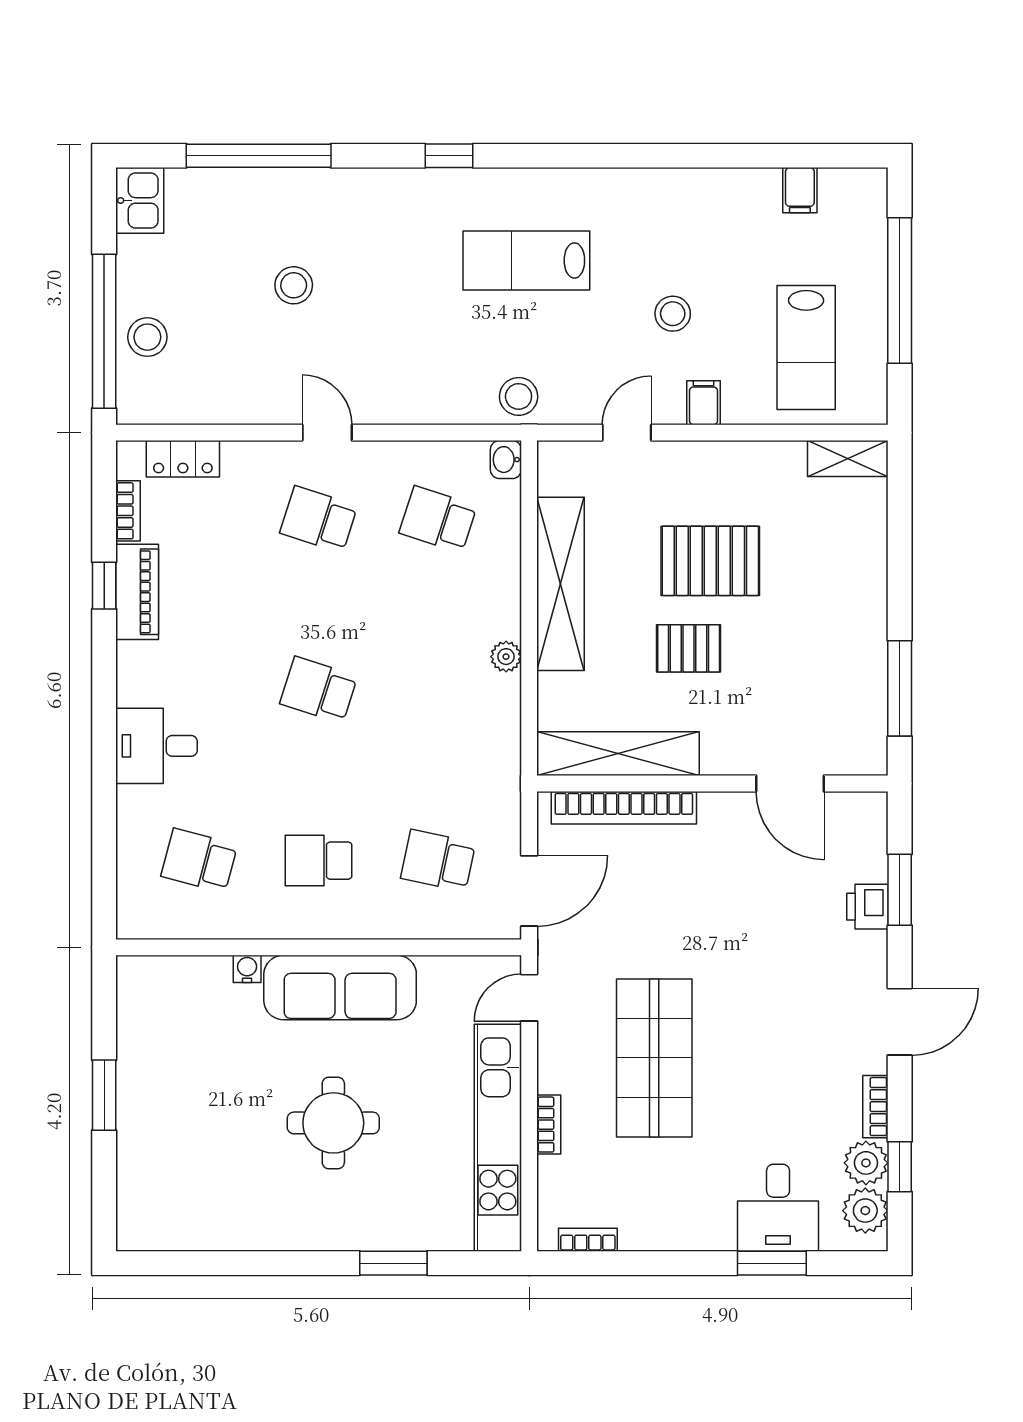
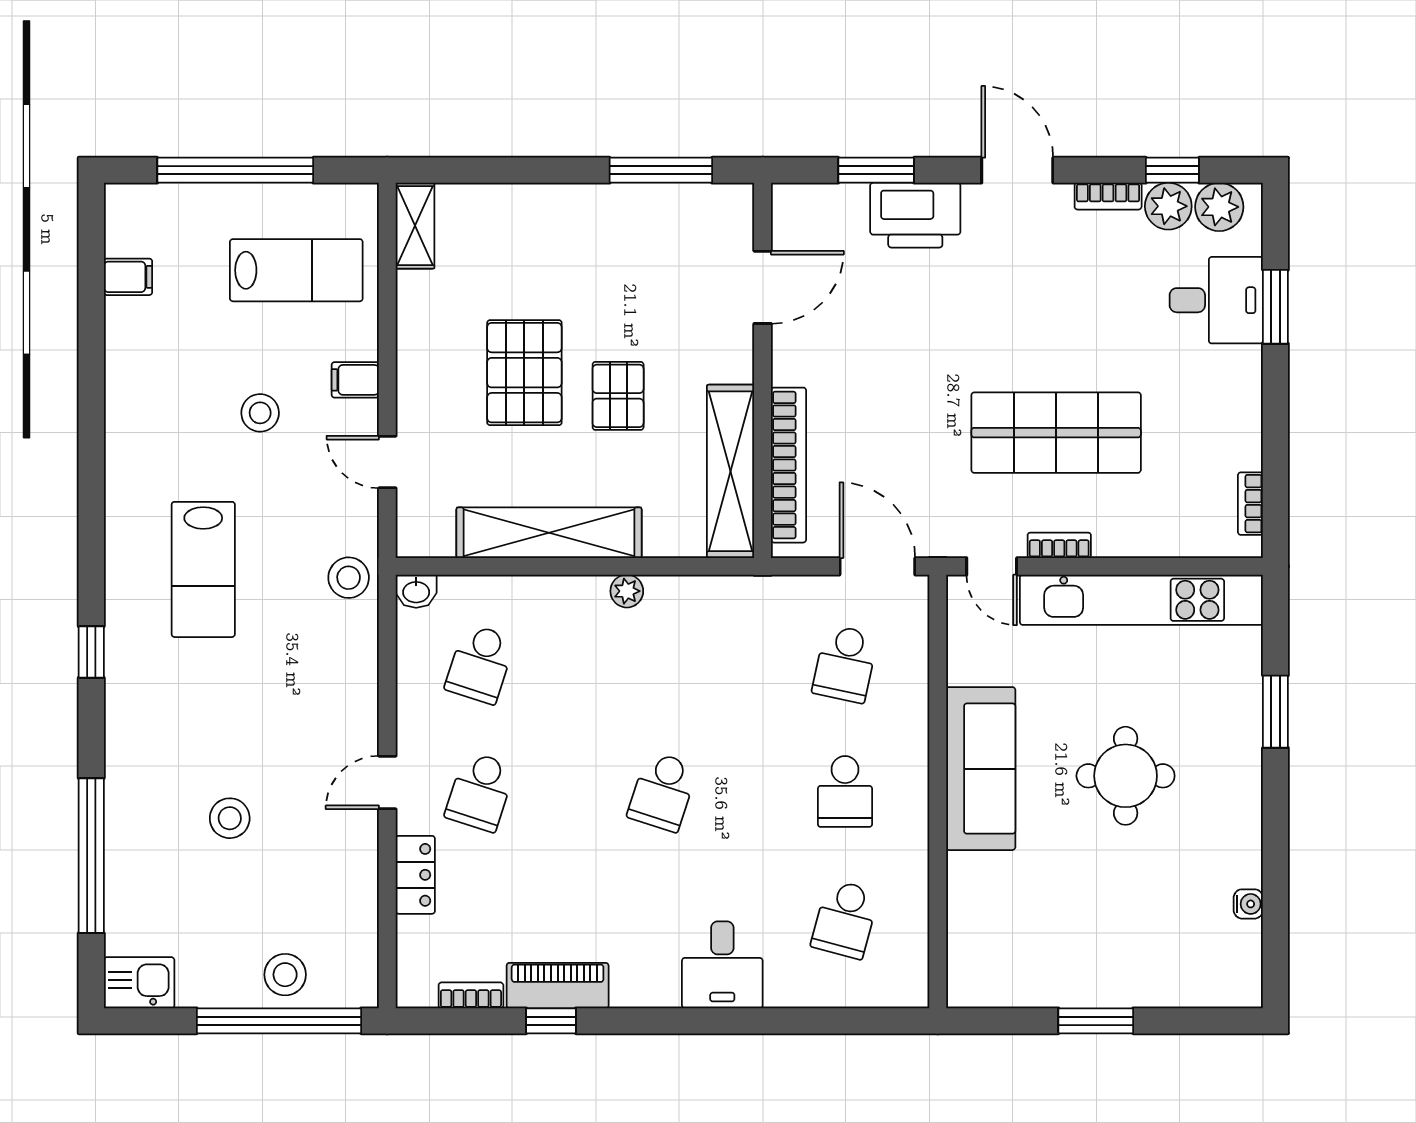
locker: (183, 459) -> (415, 875), moved
printer: (867, 907) -> (915, 215), width x1.87, depth x1.48
water cooler: (247, 969) -> (1248, 904), moved, turned 180
bookcase: (549, 1125) -> (1059, 545), moved

